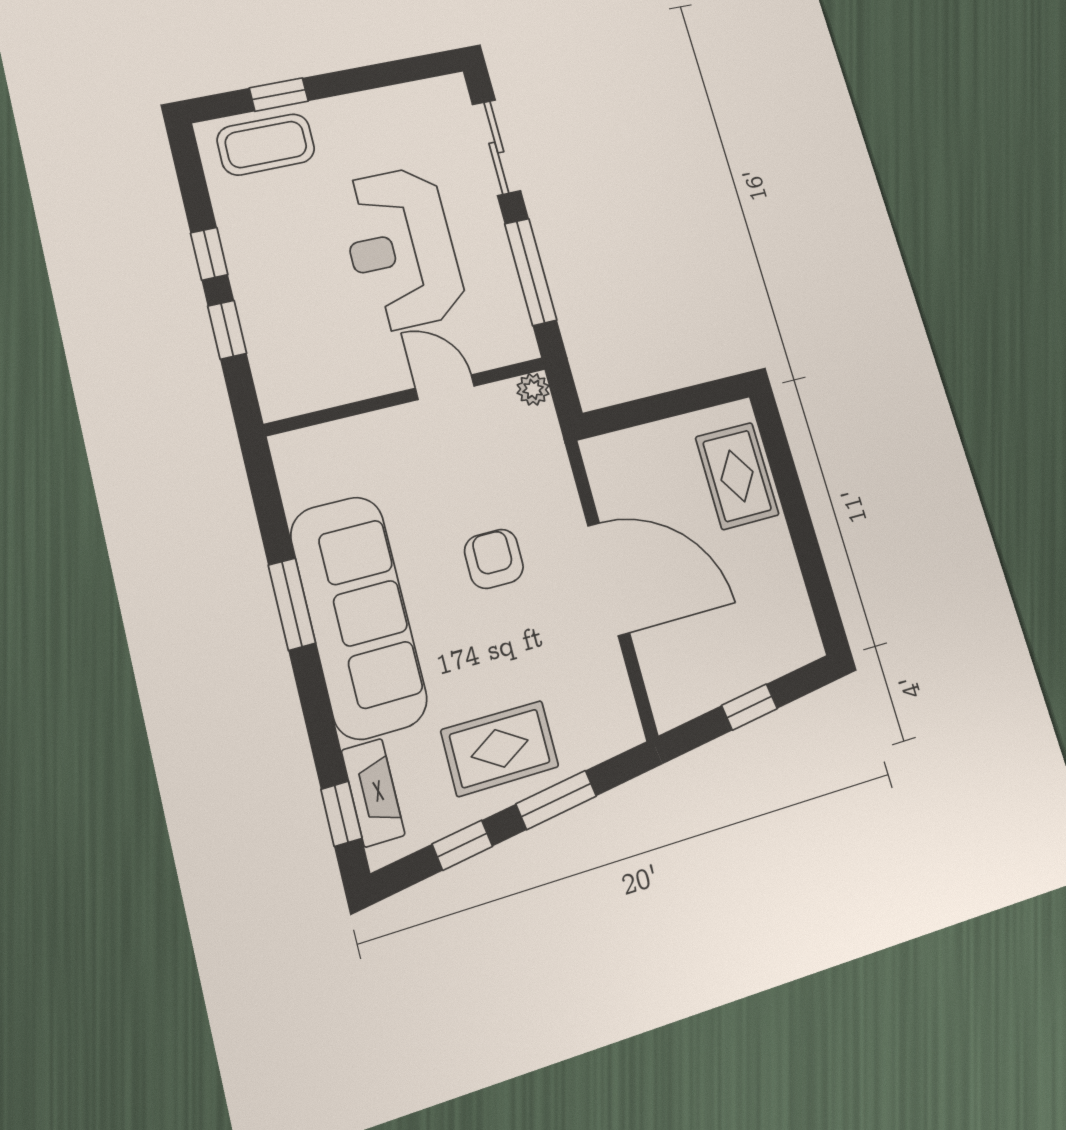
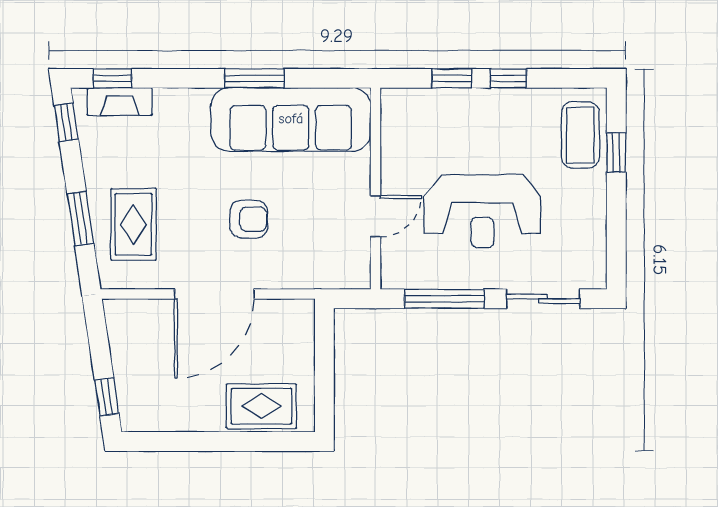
reception desk: (402, 249) -> (482, 211), turned 180
plant: (533, 389) -> (359, 277), removed
sofa: (358, 616) -> (291, 119), moved
window: (749, 707) -> (107, 397), moved
rug: (500, 748) -> (134, 224), moved
window: (462, 845) -> (66, 122), moved

